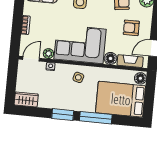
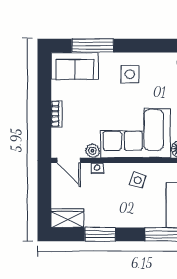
door: (31, 59) -> (69, 160), swing flipped
window: (63, 115) -> (100, 234), moved

